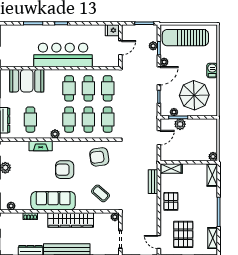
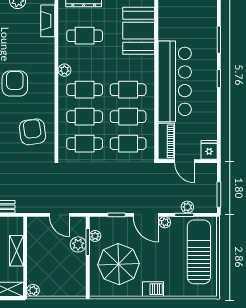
piano: (106, 61) -> (166, 141), added
fireplace: (41, 146) -> (48, 21), moved
shelving: (171, 168) -> (16, 251), moved

